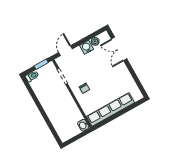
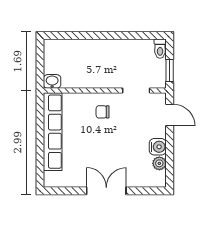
double door: (119, 49) -> (106, 191), moved

